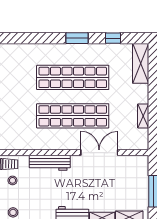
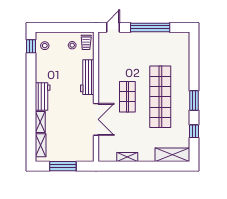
shop shelf: (73, 116) -> (127, 97), width x0.50, depth x0.74

